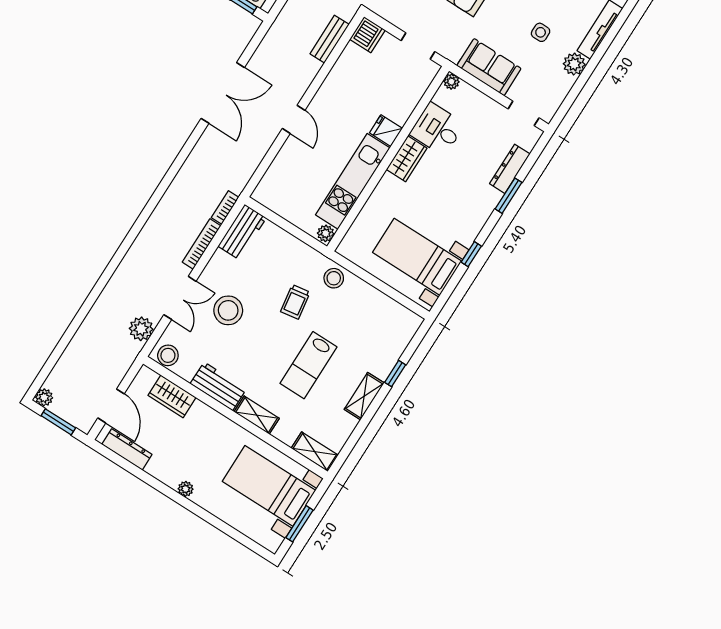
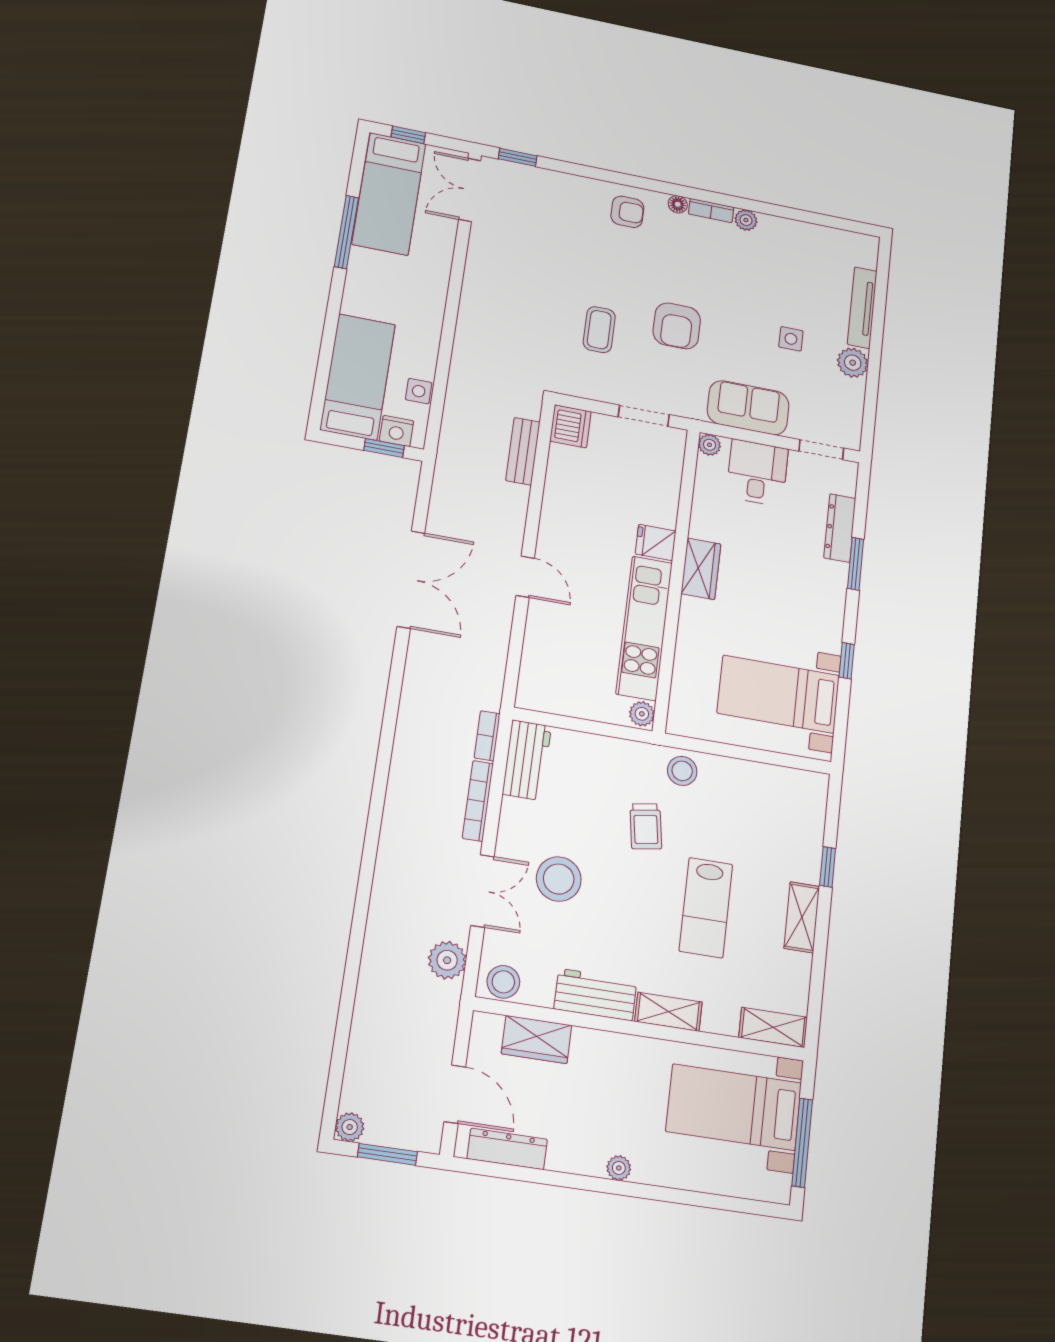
desk: (437, 129) -> (757, 473), moved, turned 90
window: (299, 524) -> (802, 1143), width x1.44

